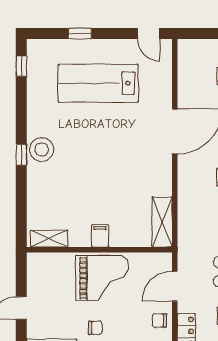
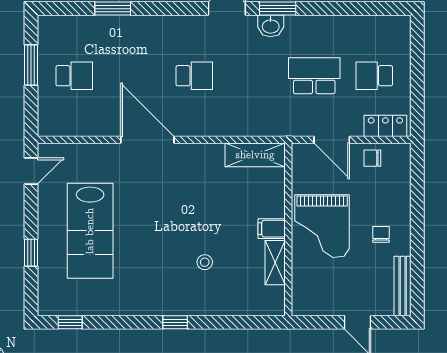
stool: (42, 149) -> (205, 262), moved, width x0.53, depth x0.53
shelving: (49, 239) -> (275, 263), moved
grand piano: (102, 278) -> (322, 226), turned 180
chair: (159, 321) -> (372, 158), turned 90

